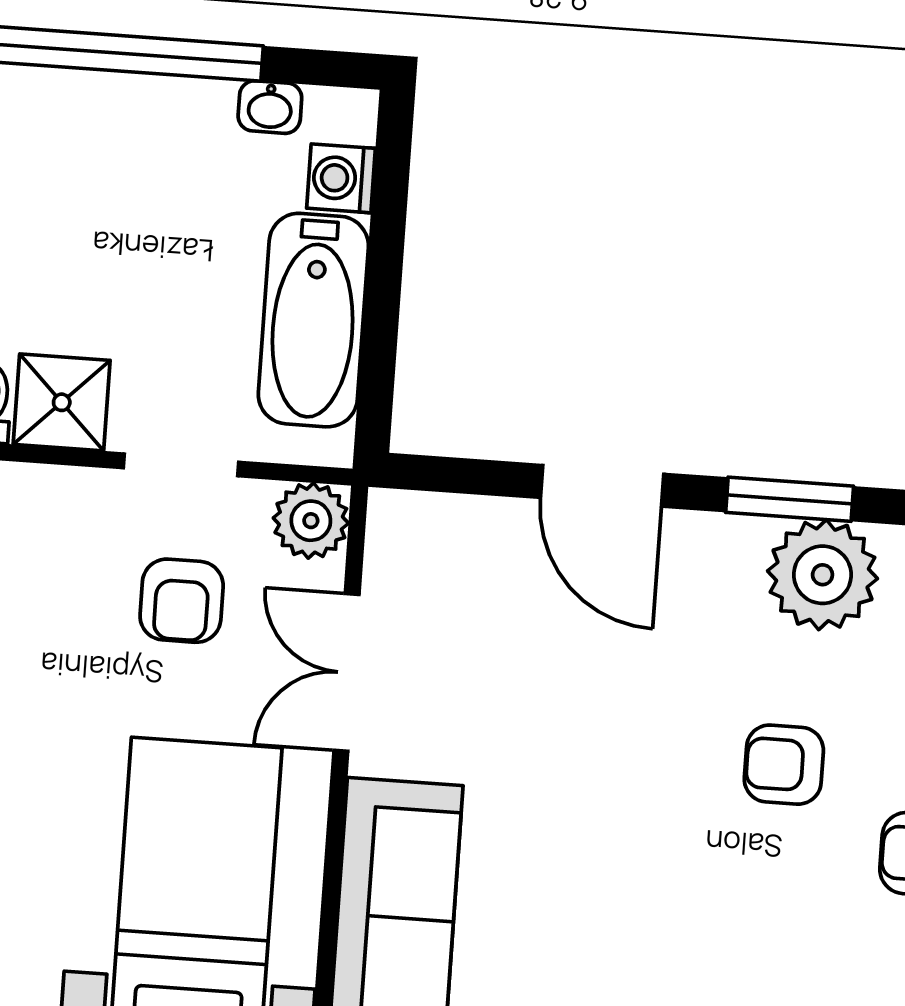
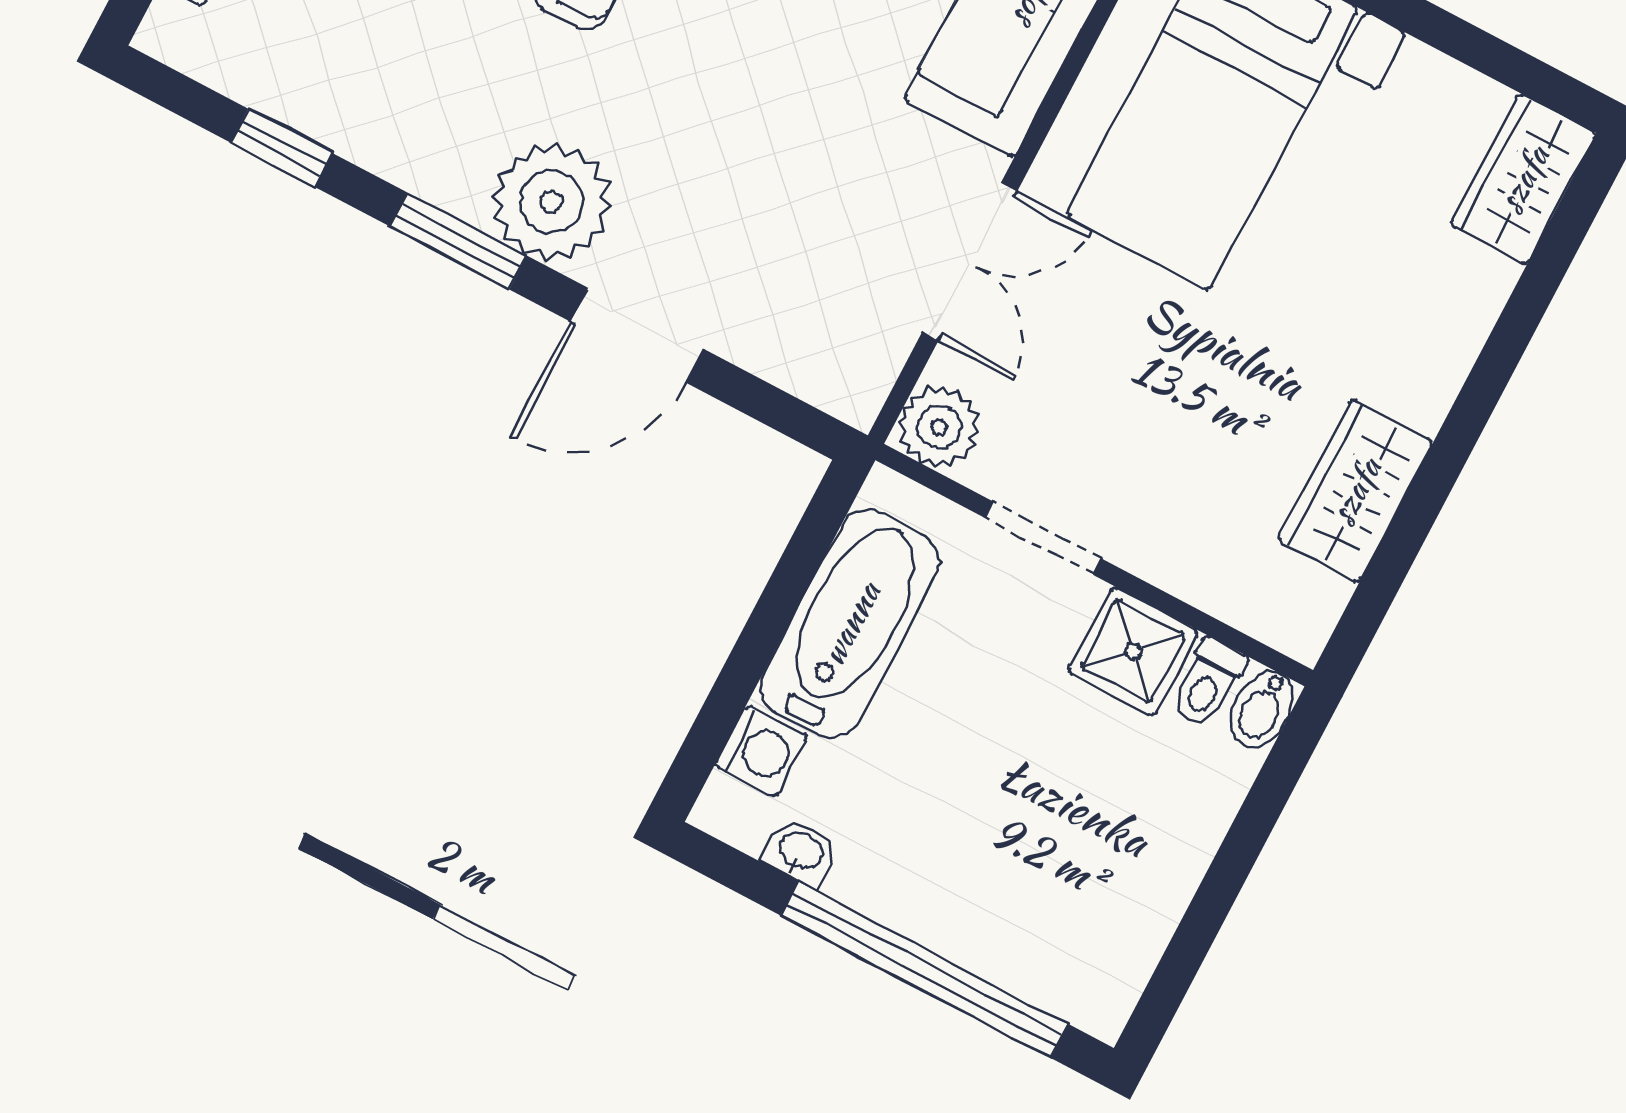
door: (602, 486) -> (637, 335), swing flipped
plant: (823, 575) -> (552, 202), moved
armchair: (182, 601) -> (1101, 404), removed

